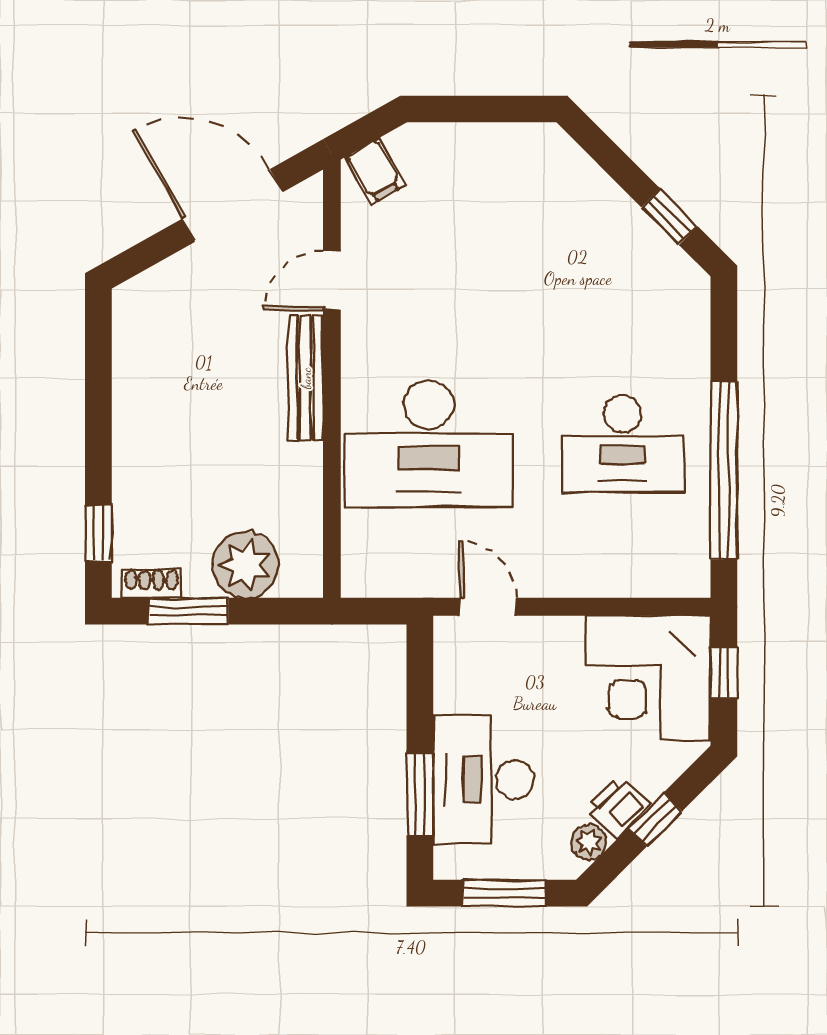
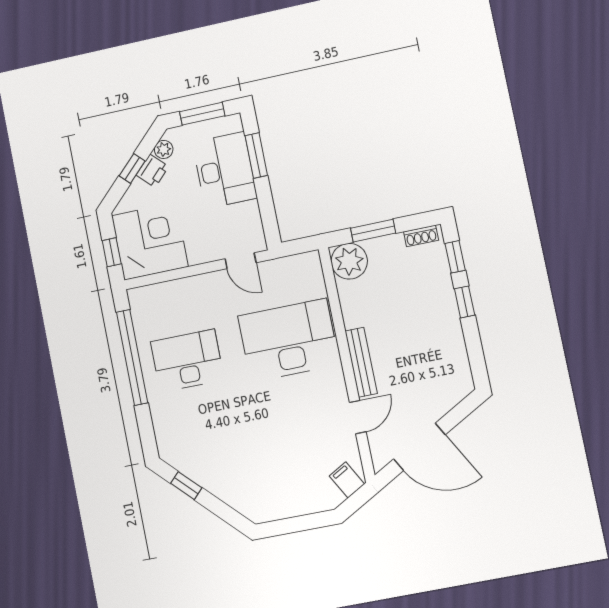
window: (98, 449) -> (465, 302), added
plant: (245, 565) -> (349, 261), moved
window: (188, 611) -> (373, 231), moved

